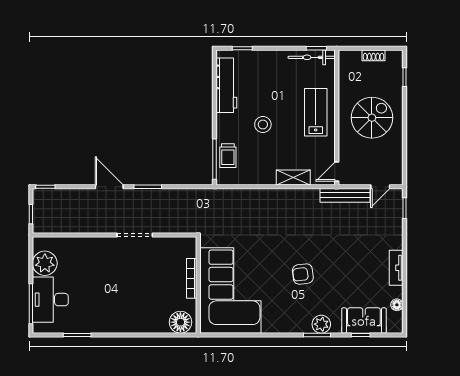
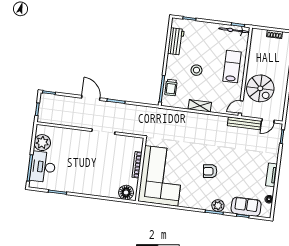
workbench: (226, 85) -> (176, 41), width x0.73
spiral stairs: (372, 118) -> (260, 88), moved, turned 90
shelving: (293, 178) -> (200, 106), moved

